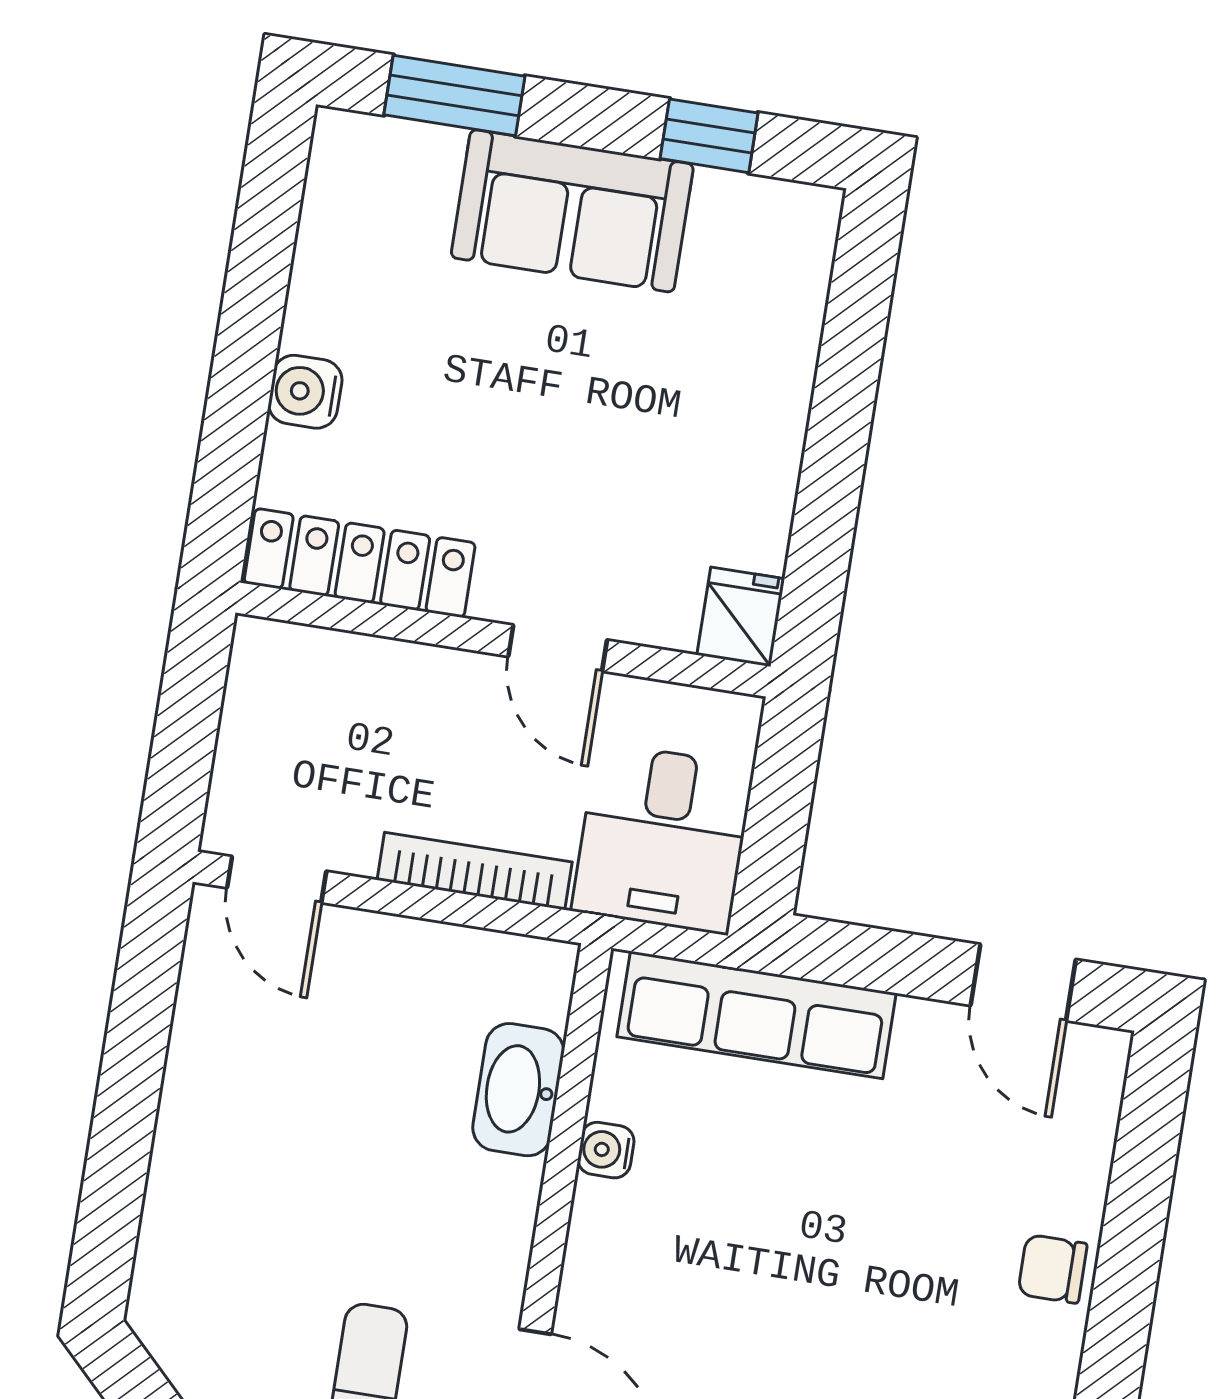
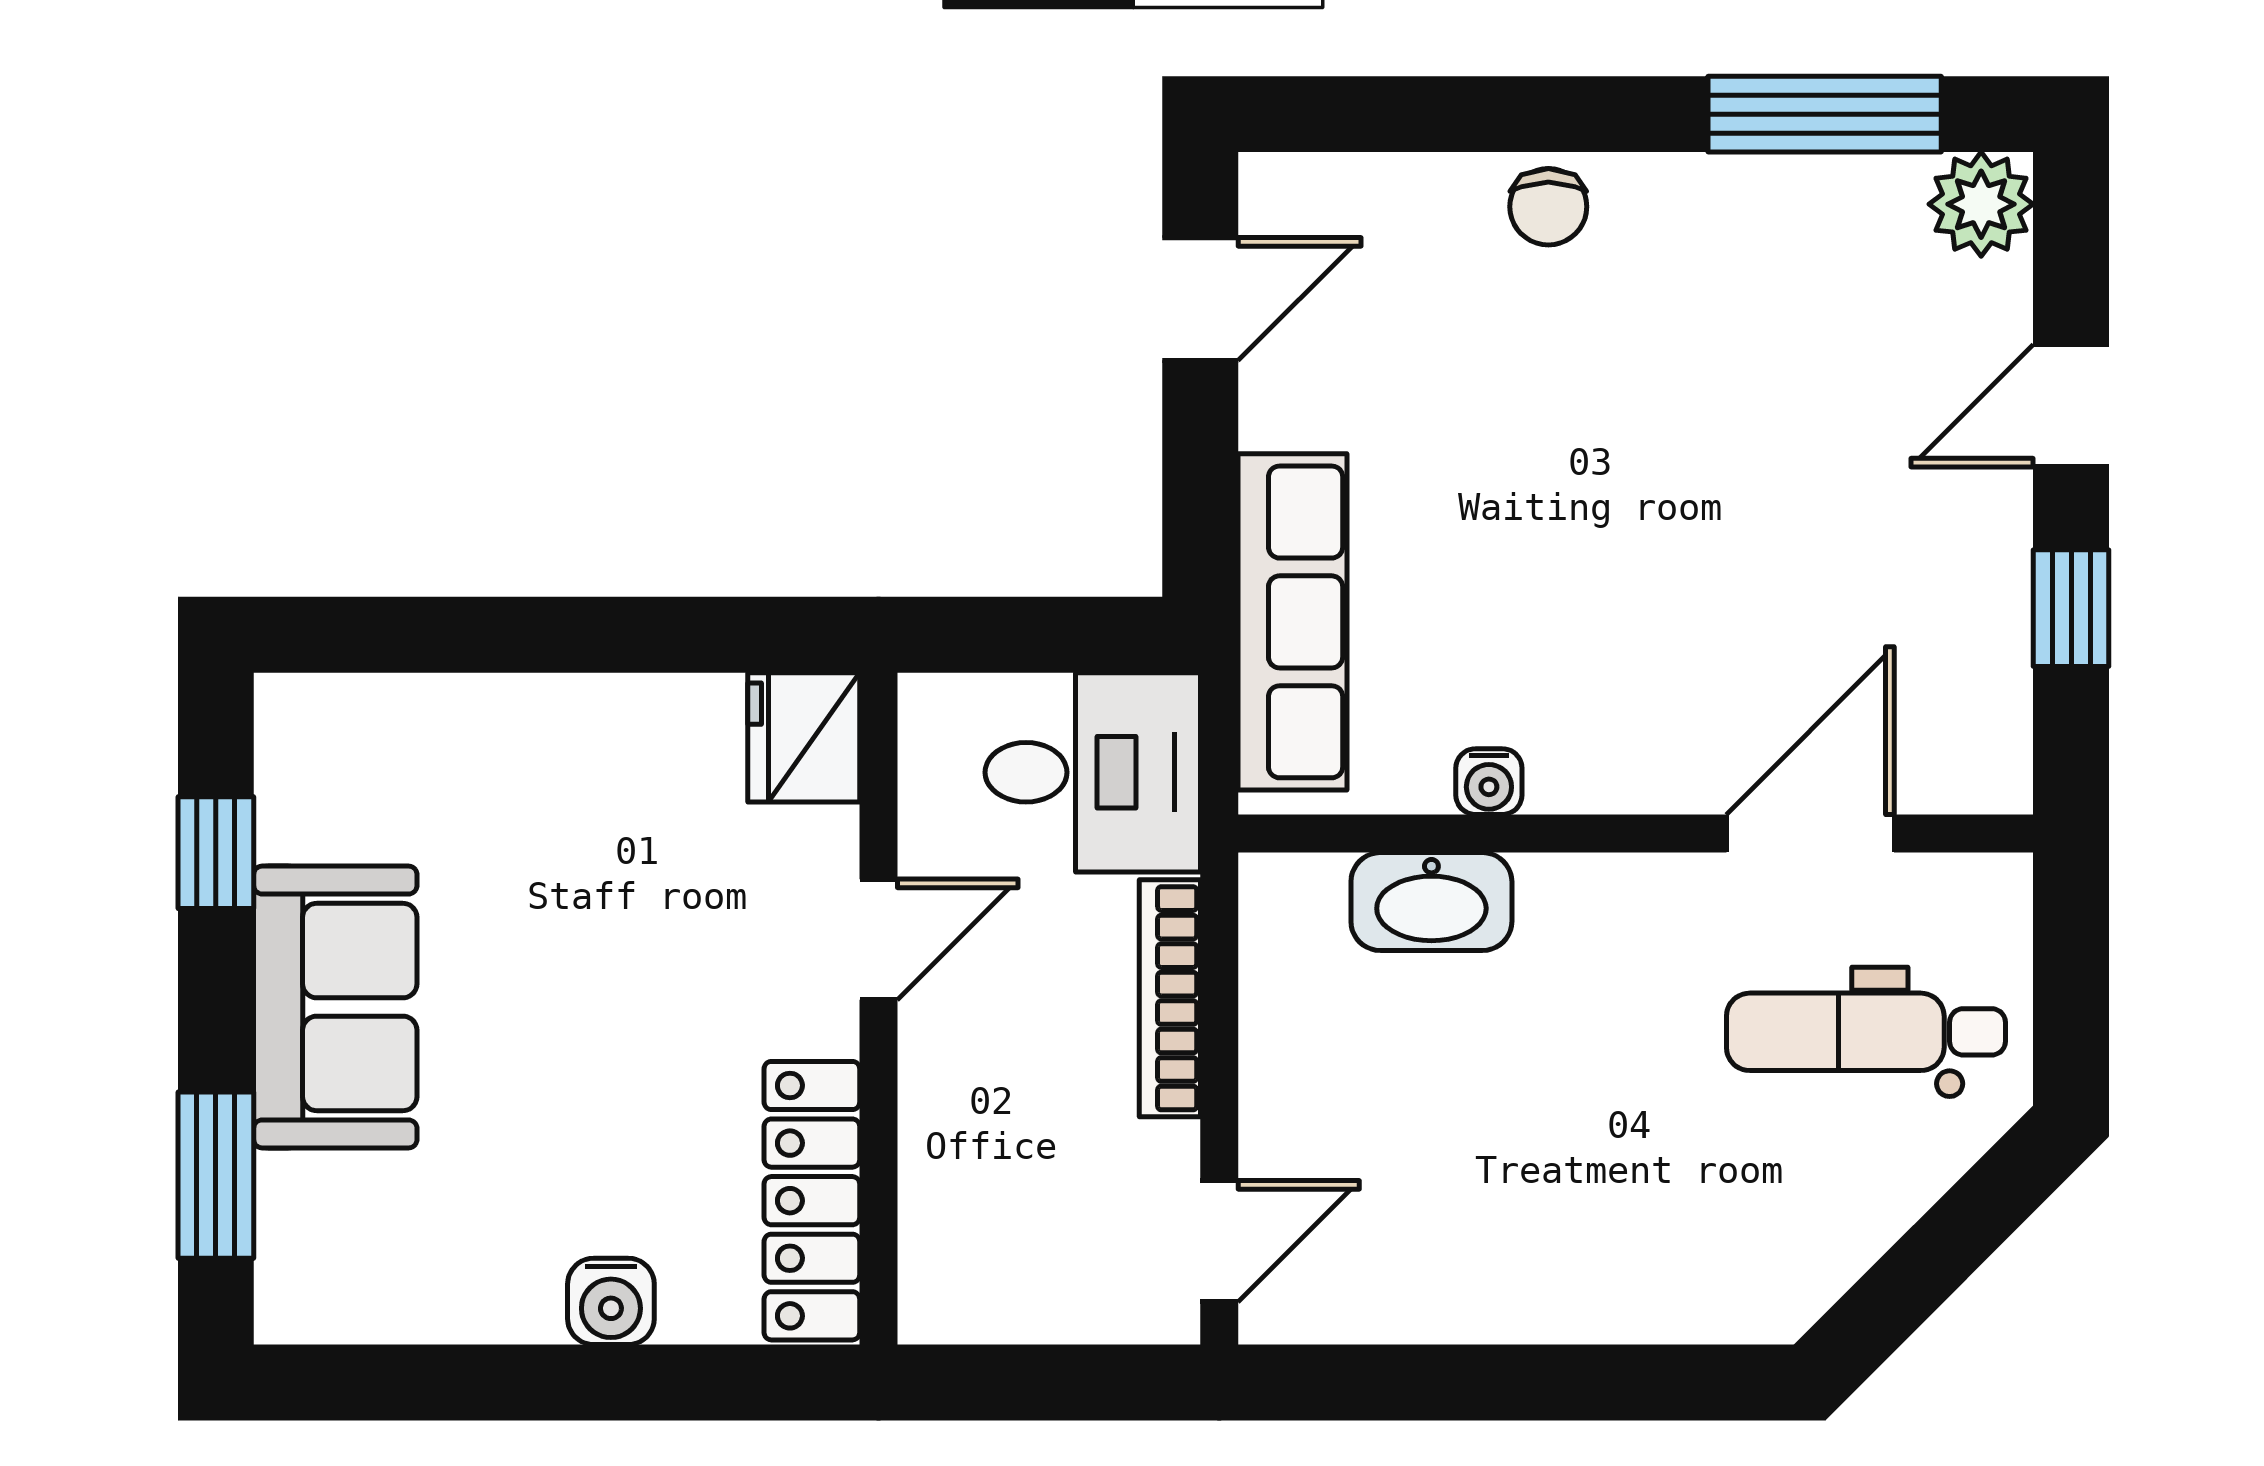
fridge: (741, 617) -> (804, 737), width x1.38

